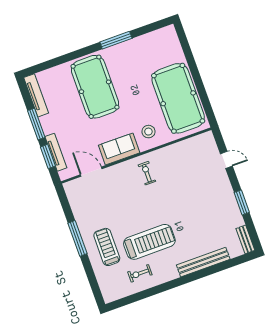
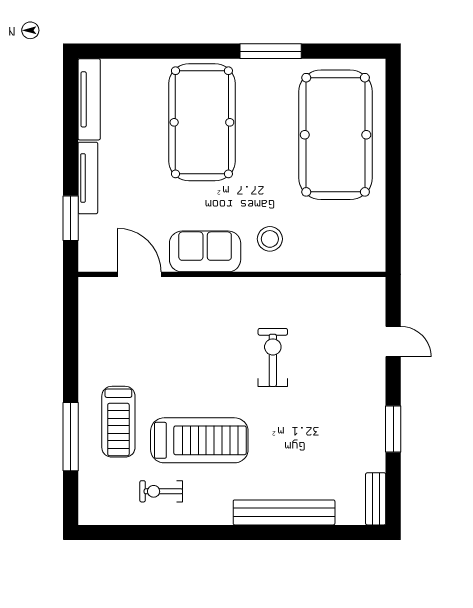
pool table: (178, 98) -> (336, 135), moved
window: (36, 124) -> (71, 152), removed
tv unit: (56, 152) -> (88, 178), moved
exercise bike: (147, 173) -> (273, 357), moved, width x1.38, depth x1.39
window: (77, 238) -> (71, 437), moved
treadmill: (107, 247) -> (118, 422), turned 180

